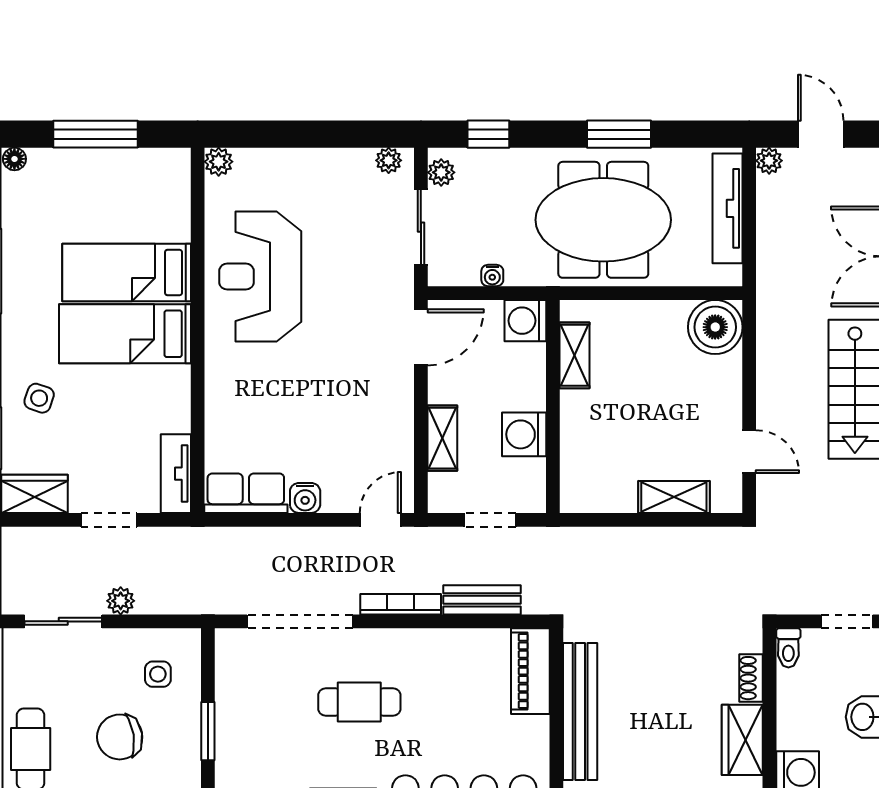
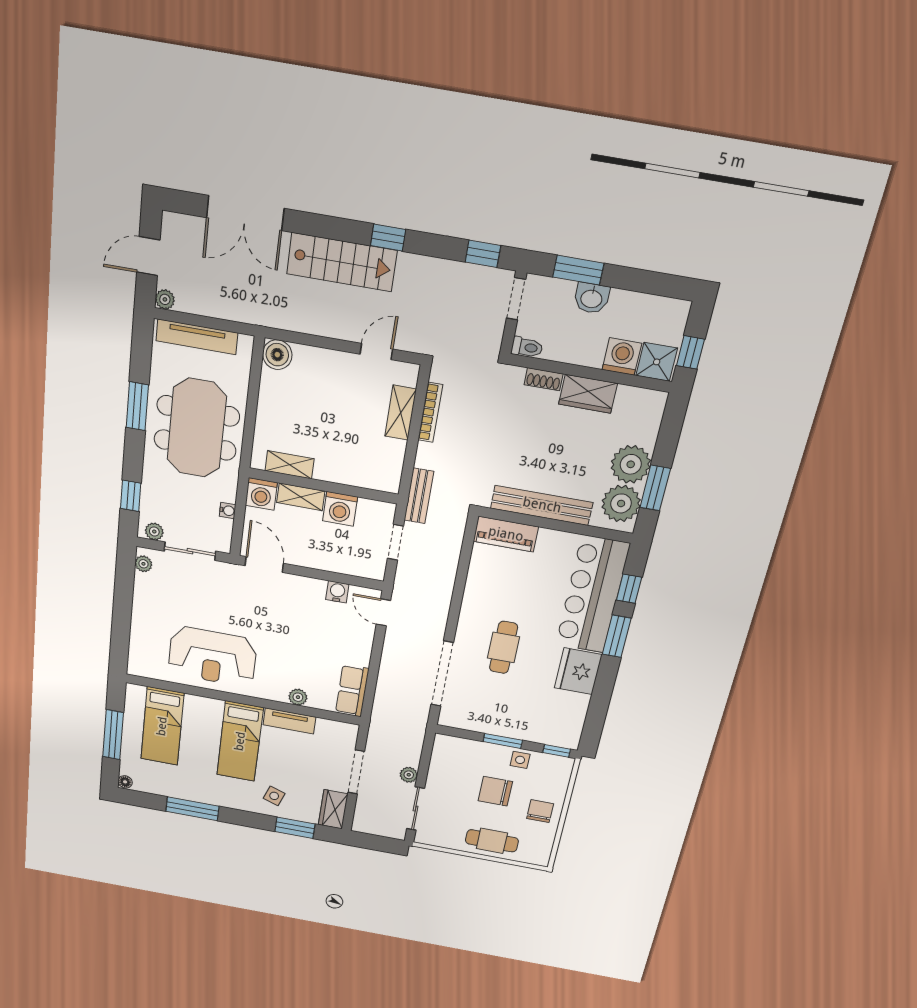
plant: (219, 162) -> (298, 697), moved
bed: (127, 272) -> (162, 726), moved
boiler: (715, 327) -> (277, 355), width x0.73, depth x0.73
shelving: (442, 438) -> (301, 497), moved
tv unit: (176, 474) -> (289, 721), moved
water cooler: (305, 498) -> (337, 592), moved, turned -90
doorway: (109, 520) -> (356, 772), width x1.38
bench: (482, 600) -> (419, 496), moved
bookcase: (401, 604) -> (430, 412), moved, turned 180
side table: (158, 674) -> (520, 760), moved
chair: (120, 737) -> (495, 791), turned 99

